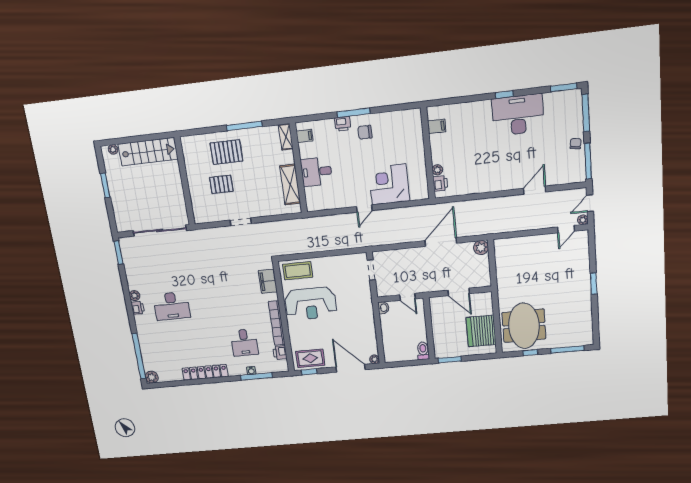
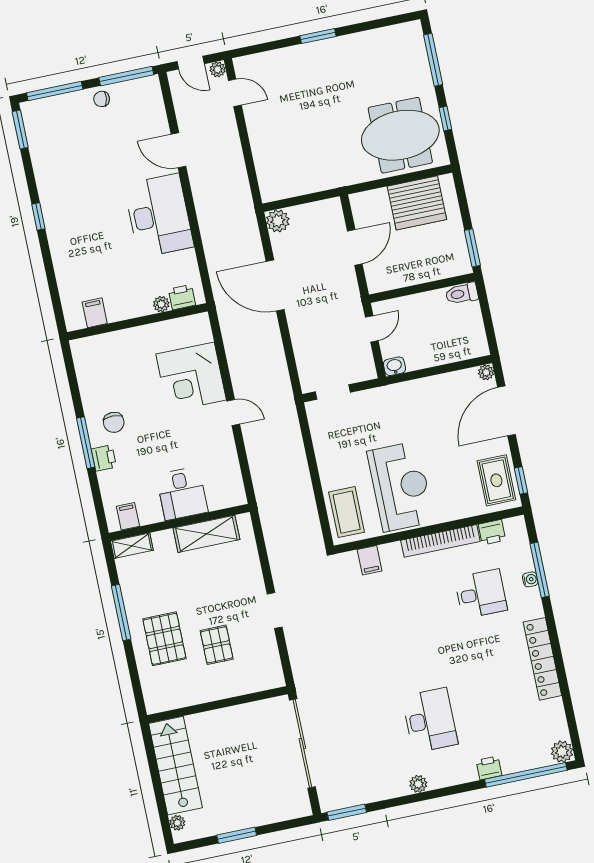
desk: (518, 115) -> (159, 216), moved, turned 180
filing cabinet: (268, 281) -> (370, 560), width x0.50
printer: (138, 308) -> (489, 768), moved

